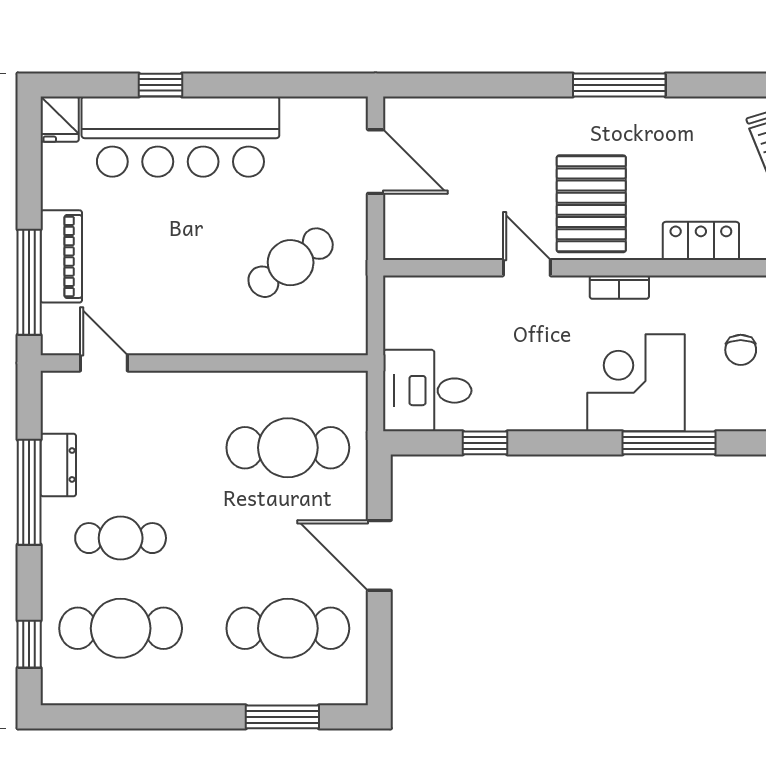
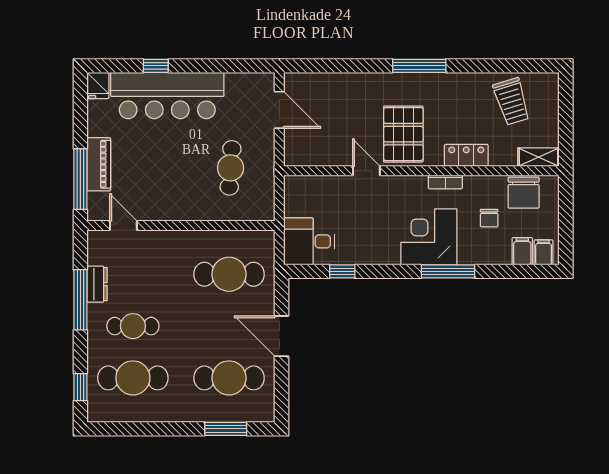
cafe table: (291, 263) -> (231, 168), turned -51
bookcase: (619, 287) -> (445, 182), moved

